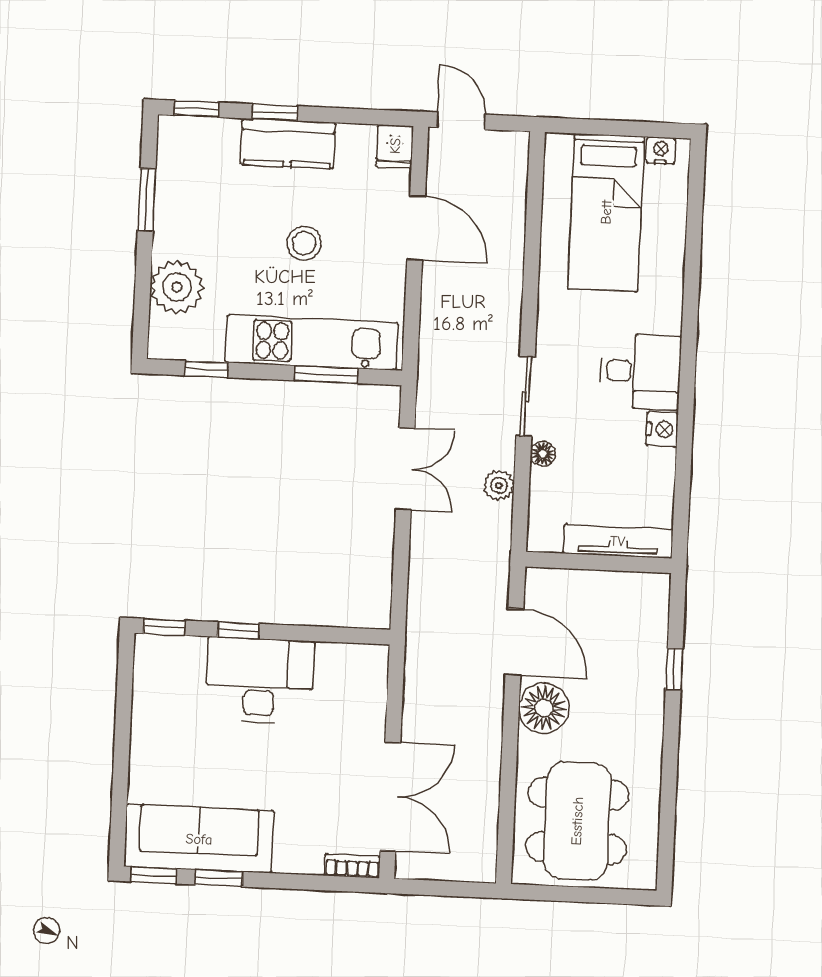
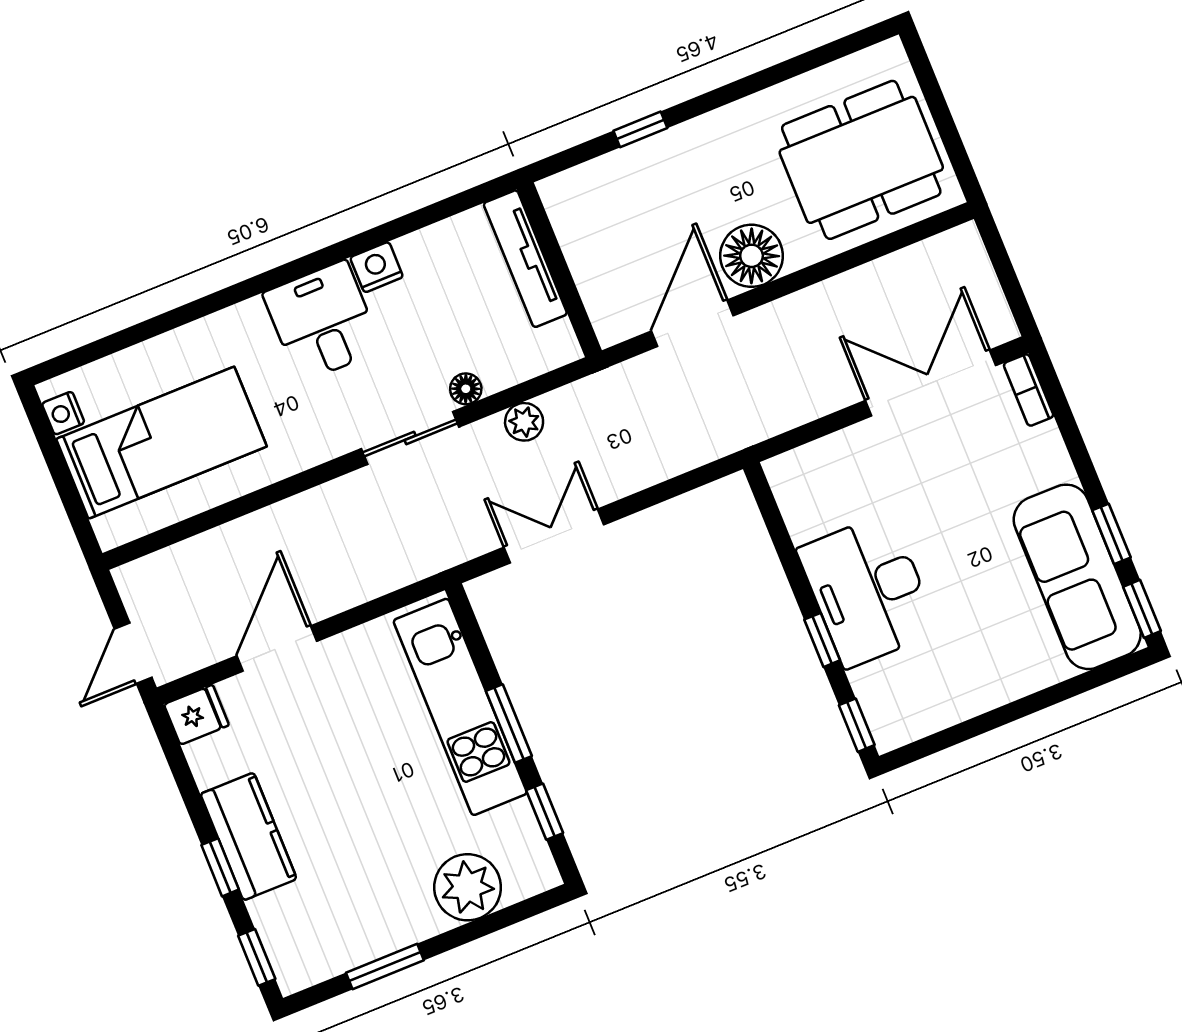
stool: (304, 243) -> (352, 767), removed
window: (326, 375) -> (509, 724), moved

